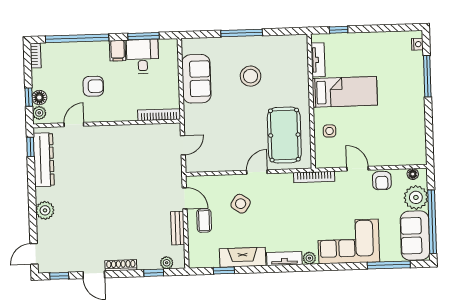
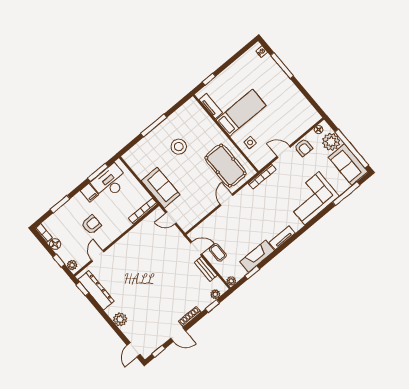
window: (77, 38) -> (60, 204), width x0.47
desk: (143, 56) -> (110, 182), width x1.37
sofa: (196, 79) -> (161, 188), moved
floor lamp: (39, 98) -> (55, 244), moved
door: (183, 145) -> (171, 218), swing flipped
side table: (241, 204) -> (231, 226), removed
plant: (309, 258) -> (231, 281), moved

